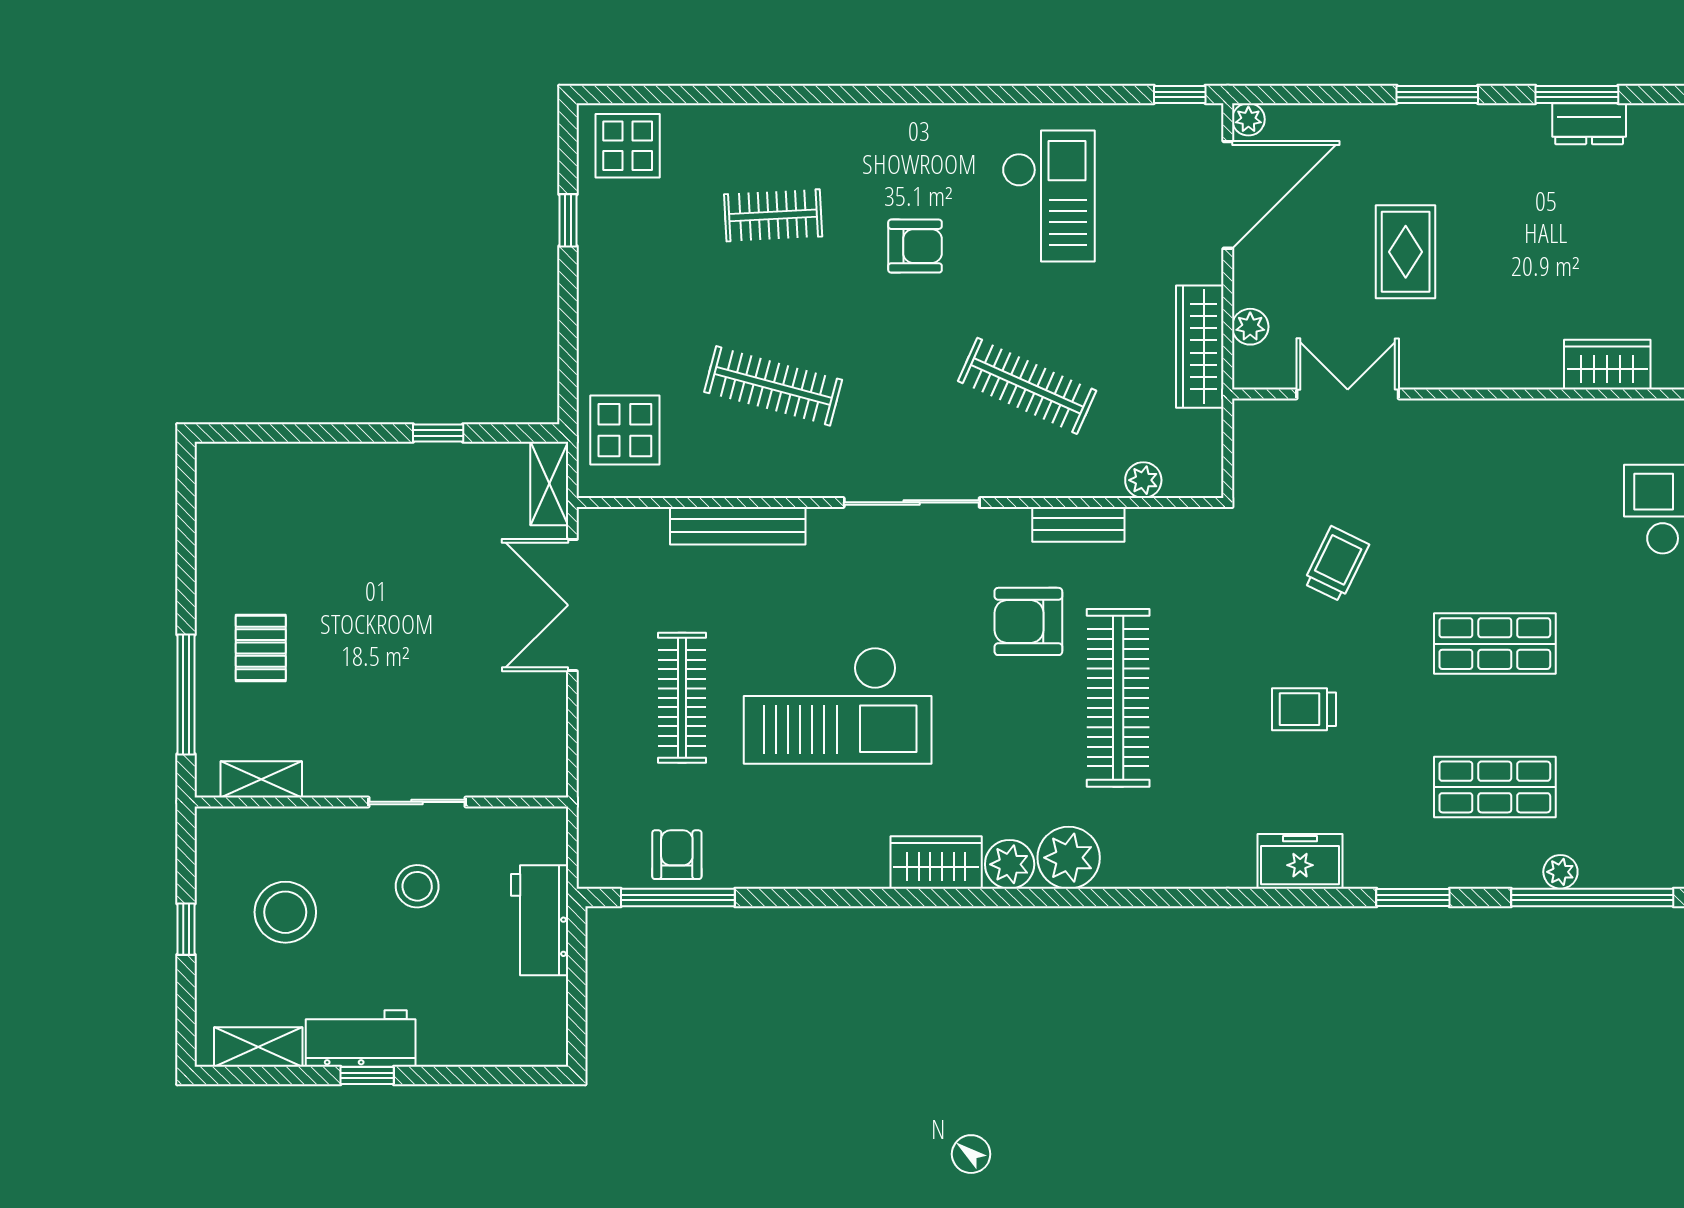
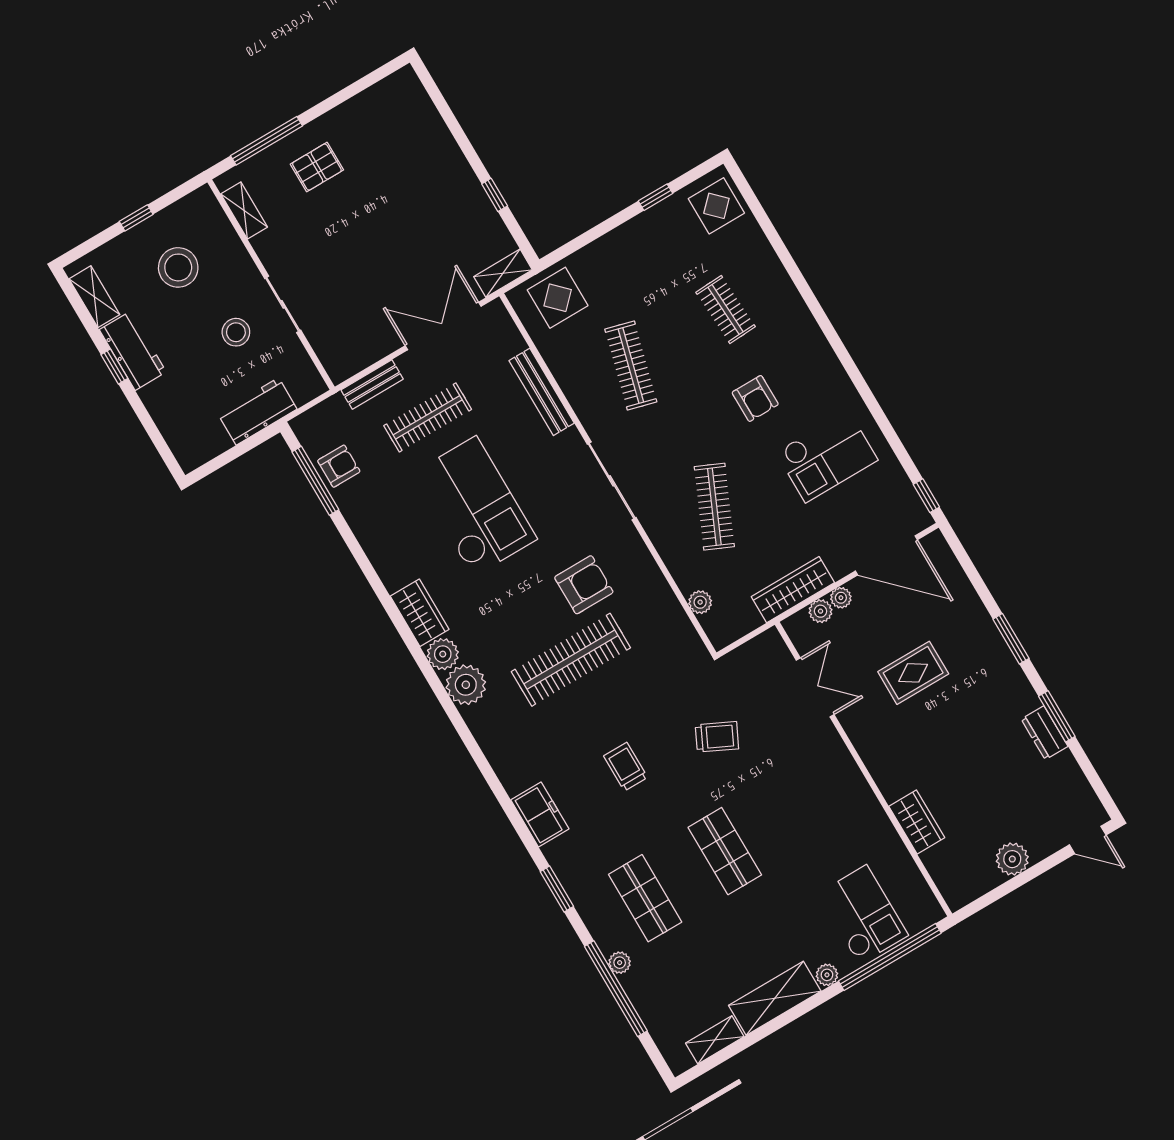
plant: (1248, 119) -> (841, 598), moved
bench: (1078, 524) -> (372, 384), moved, turned 90
armchair: (1028, 621) -> (584, 585), turned 90
checkout: (838, 705) -> (475, 506), turned 180

